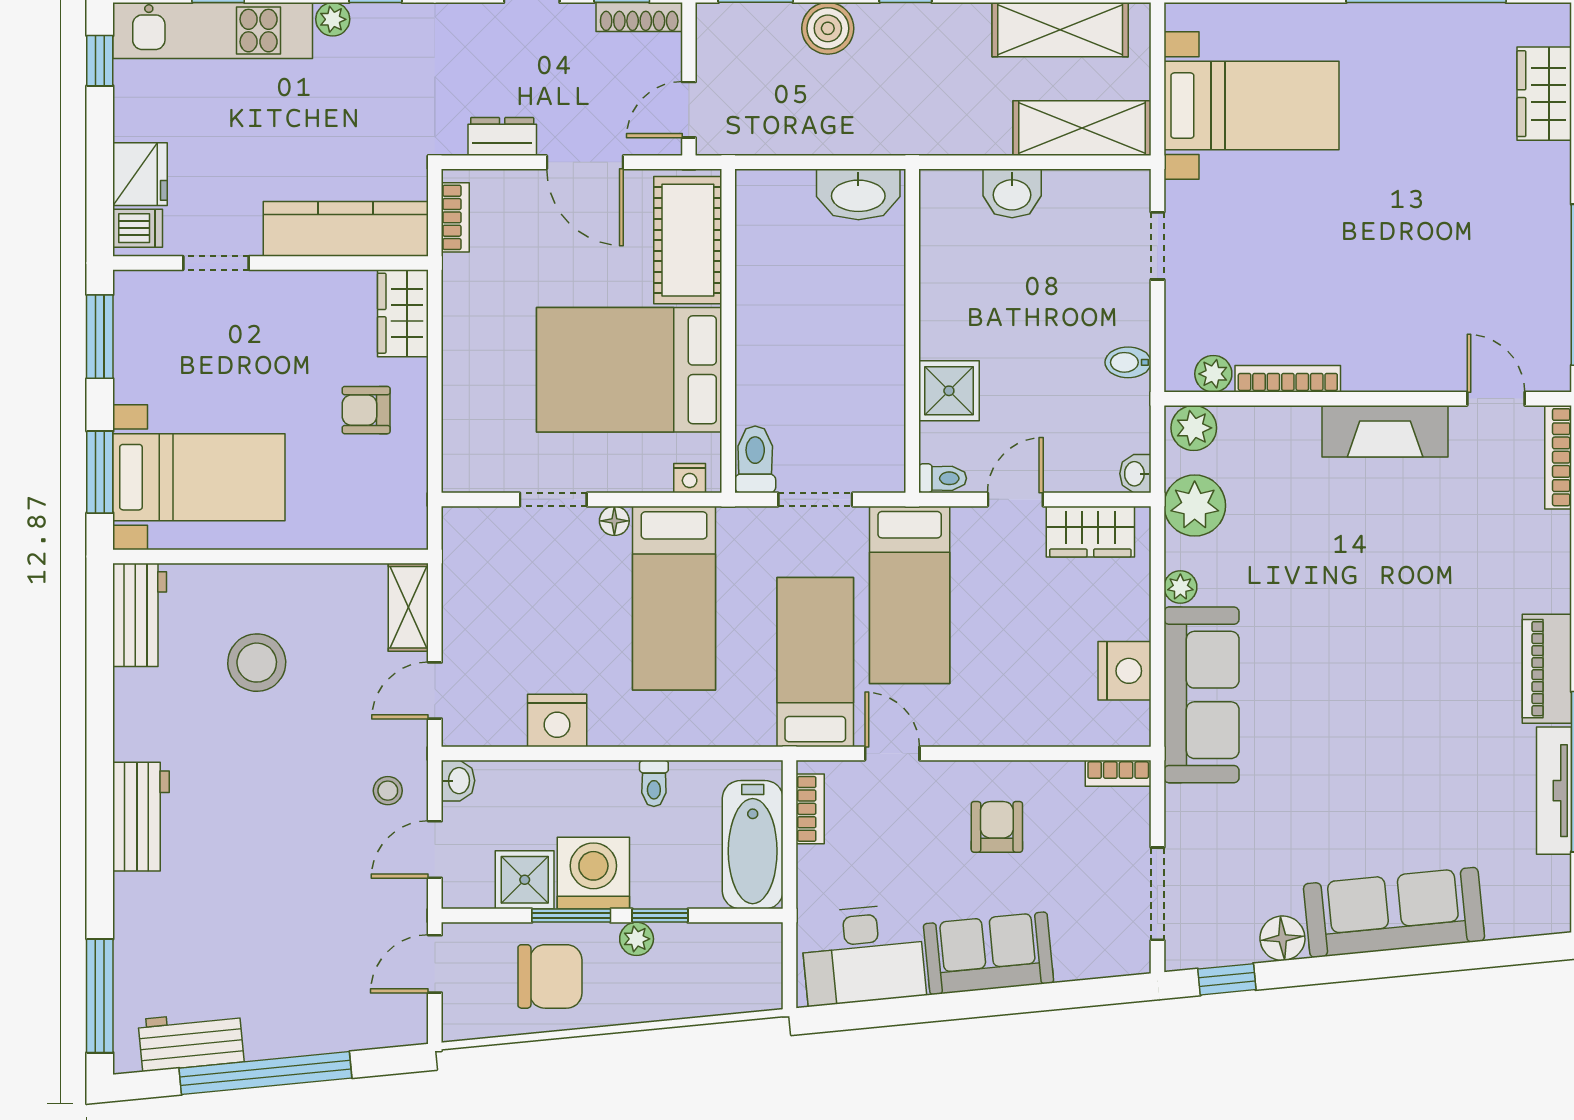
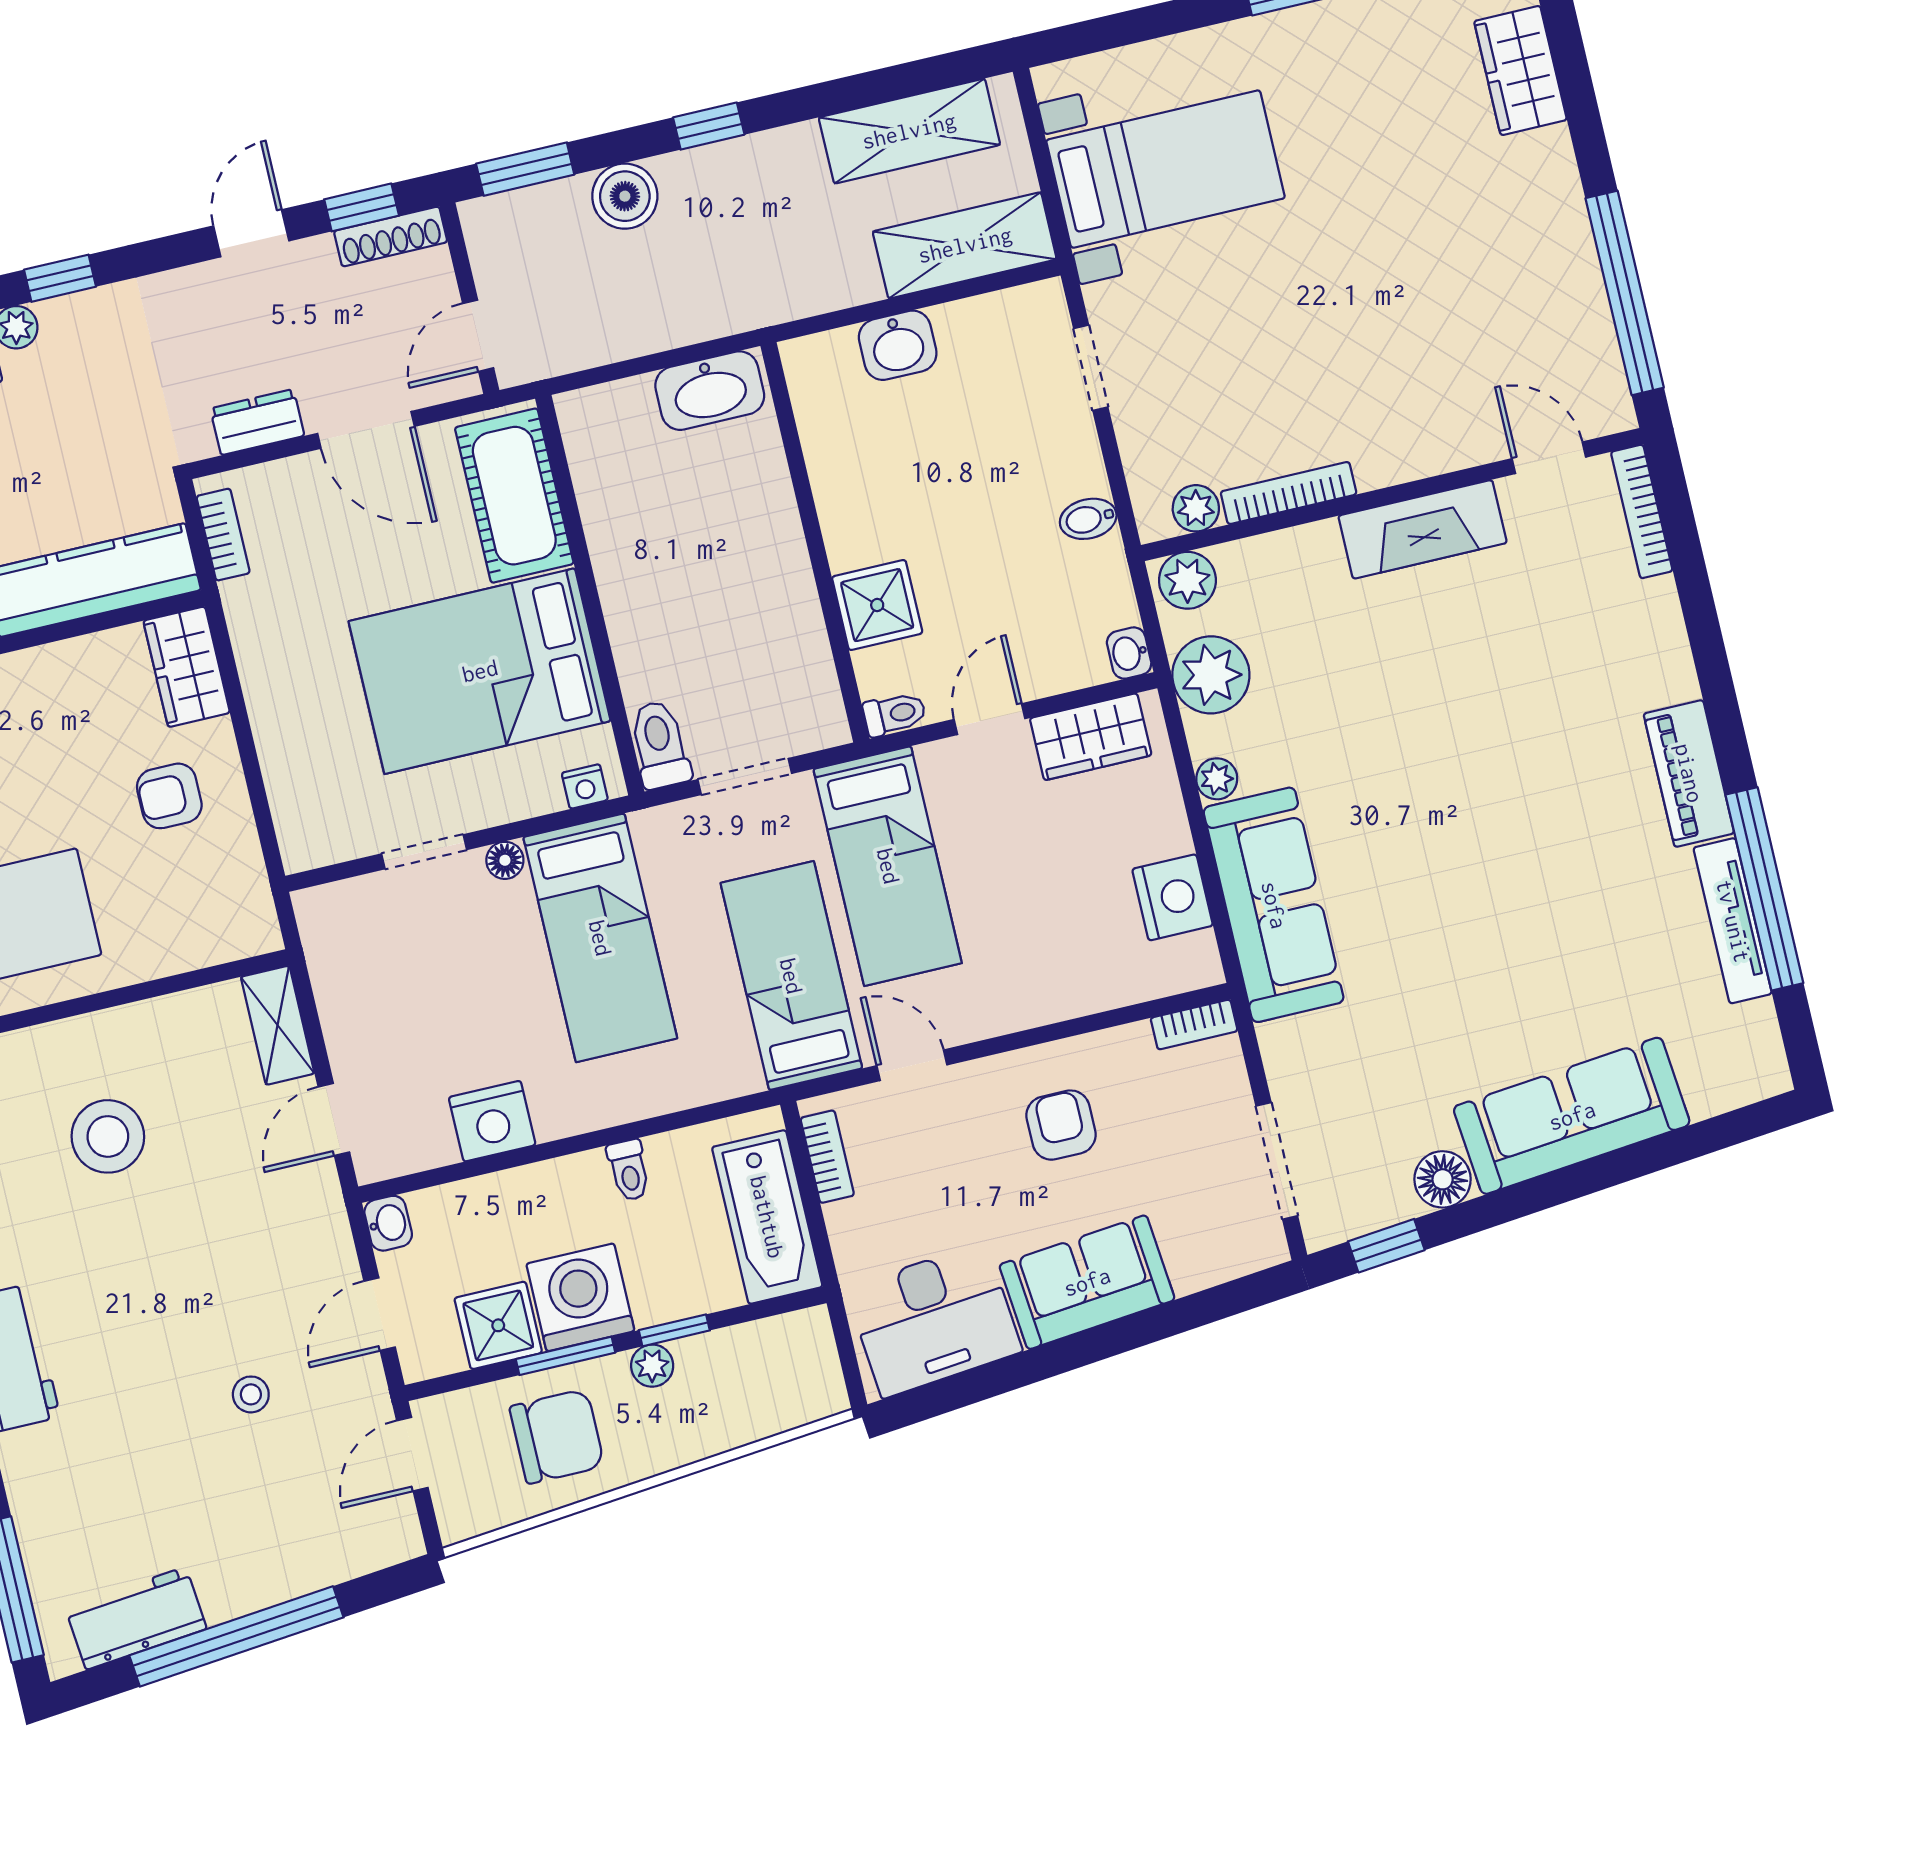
stool: (388, 791) -> (251, 1394), moved

